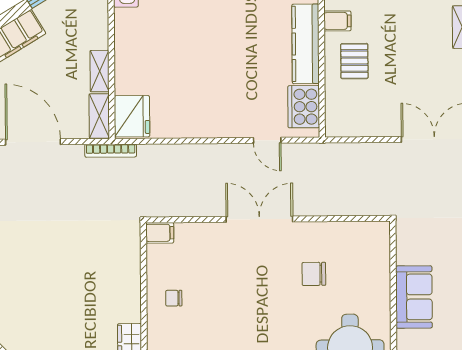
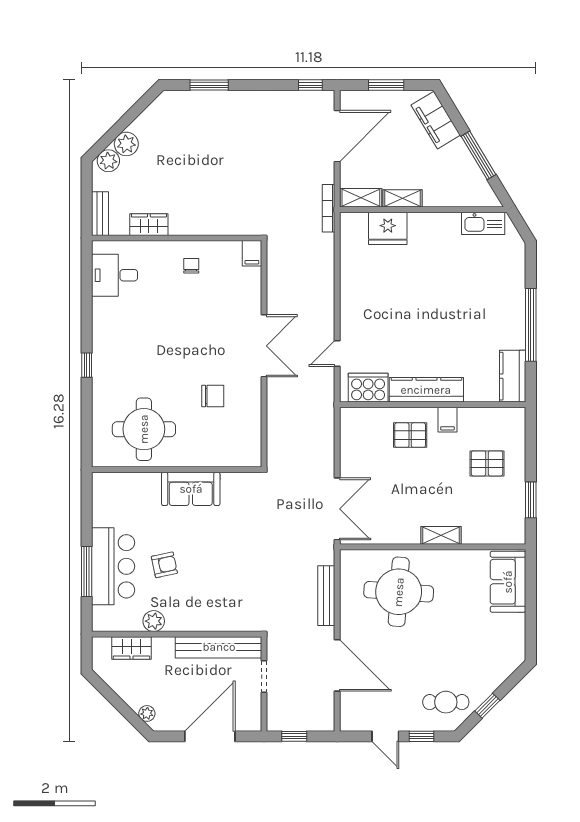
fridge: (132, 116) -> (388, 228), moved
chair: (314, 274) -> (213, 396), turned 90

